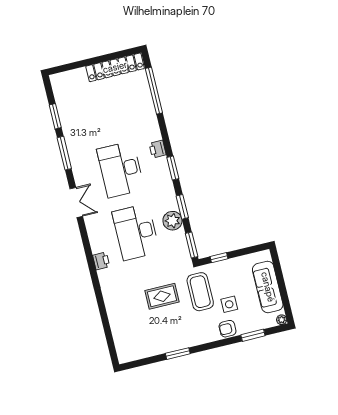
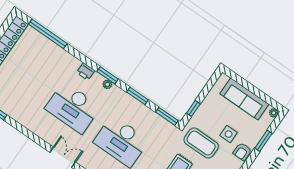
window: (64, 153) -> (24, 131), removed
plant: (172, 221) -> (107, 84), moved, width x0.53, depth x0.53

